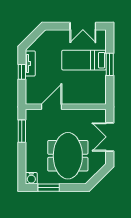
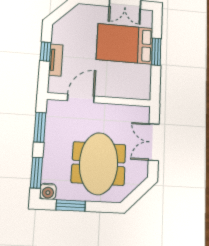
bed: (84, 60) -> (125, 44), width x1.50
tv unit: (30, 63) -> (56, 60), moved
window: (22, 165) -> (36, 173), added

